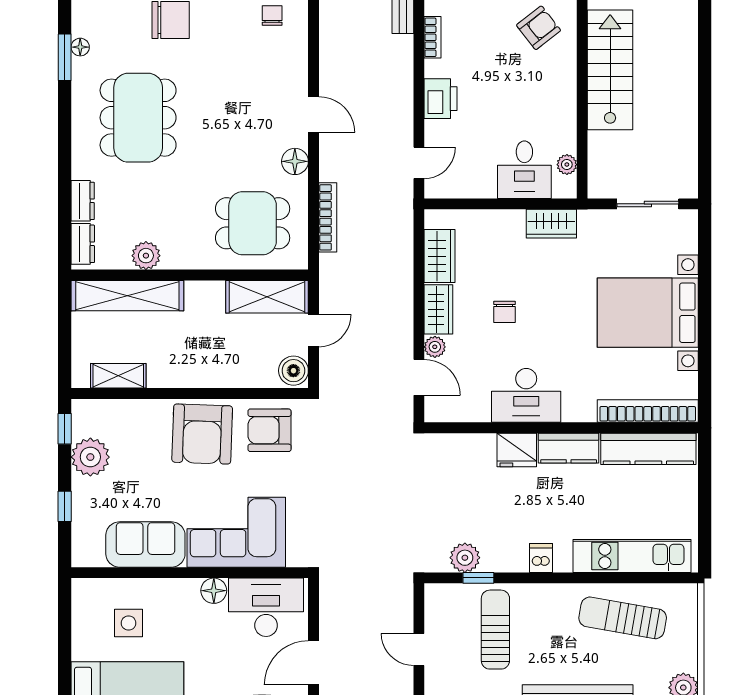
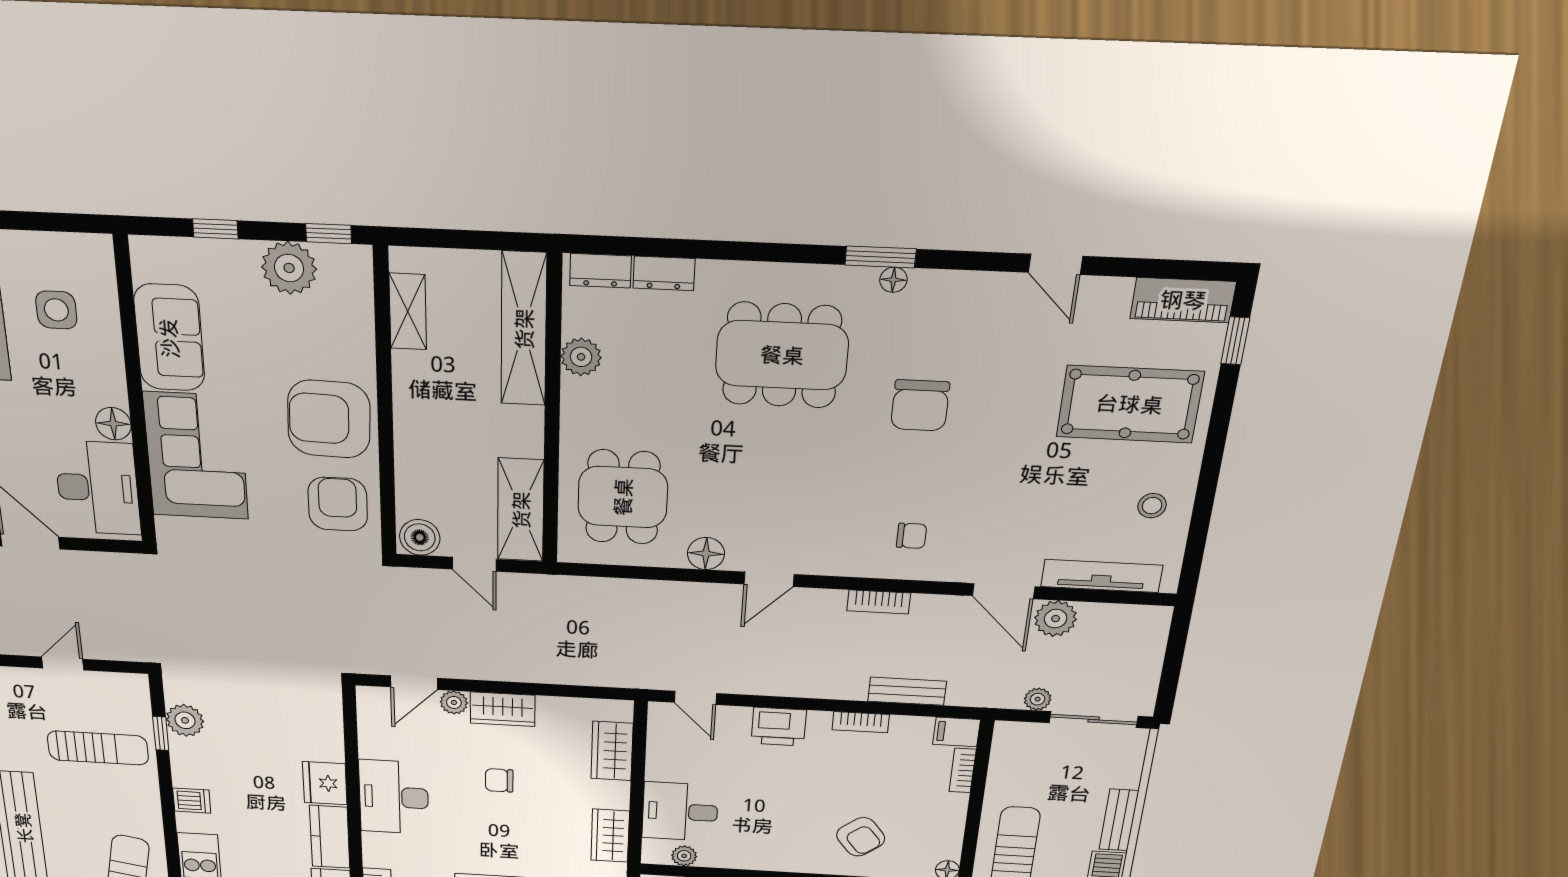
bookcase: (328, 217) -> (879, 602), moved, width x0.64
wardrobe: (440, 256) -> (612, 751), moved, turned 90

